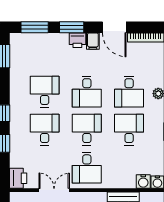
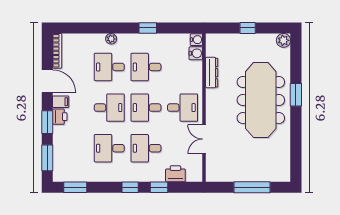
door: (114, 27) -> (47, 81), hinge flipped
desk: (129, 92) -> (109, 67), turned 180
printer: (18, 178) -> (175, 174), moved

